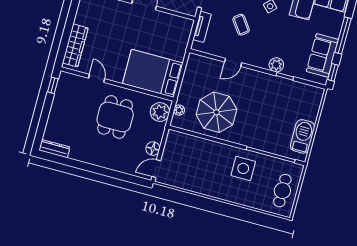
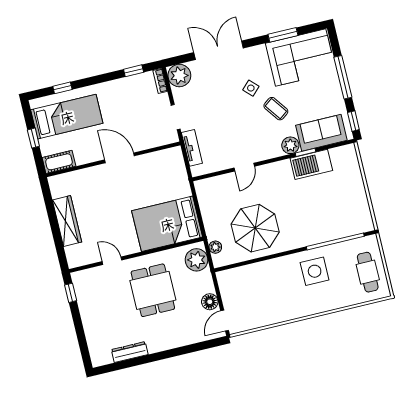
coffee table: (241, 25) -> (276, 109), moved
wardrobe: (75, 45) -> (67, 221), moved
sofa: (322, 55) -> (321, 133), moved, turned 90
barbecue: (303, 136) -> (311, 164), moved, turned -90
dresser: (54, 149) -> (130, 352), moved

